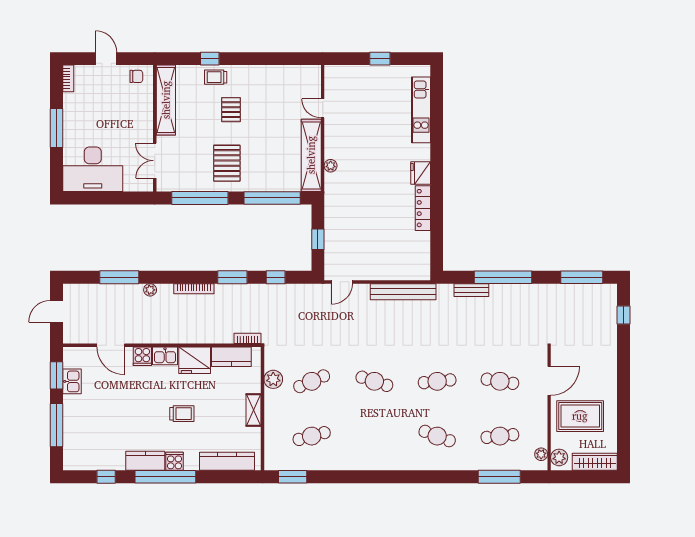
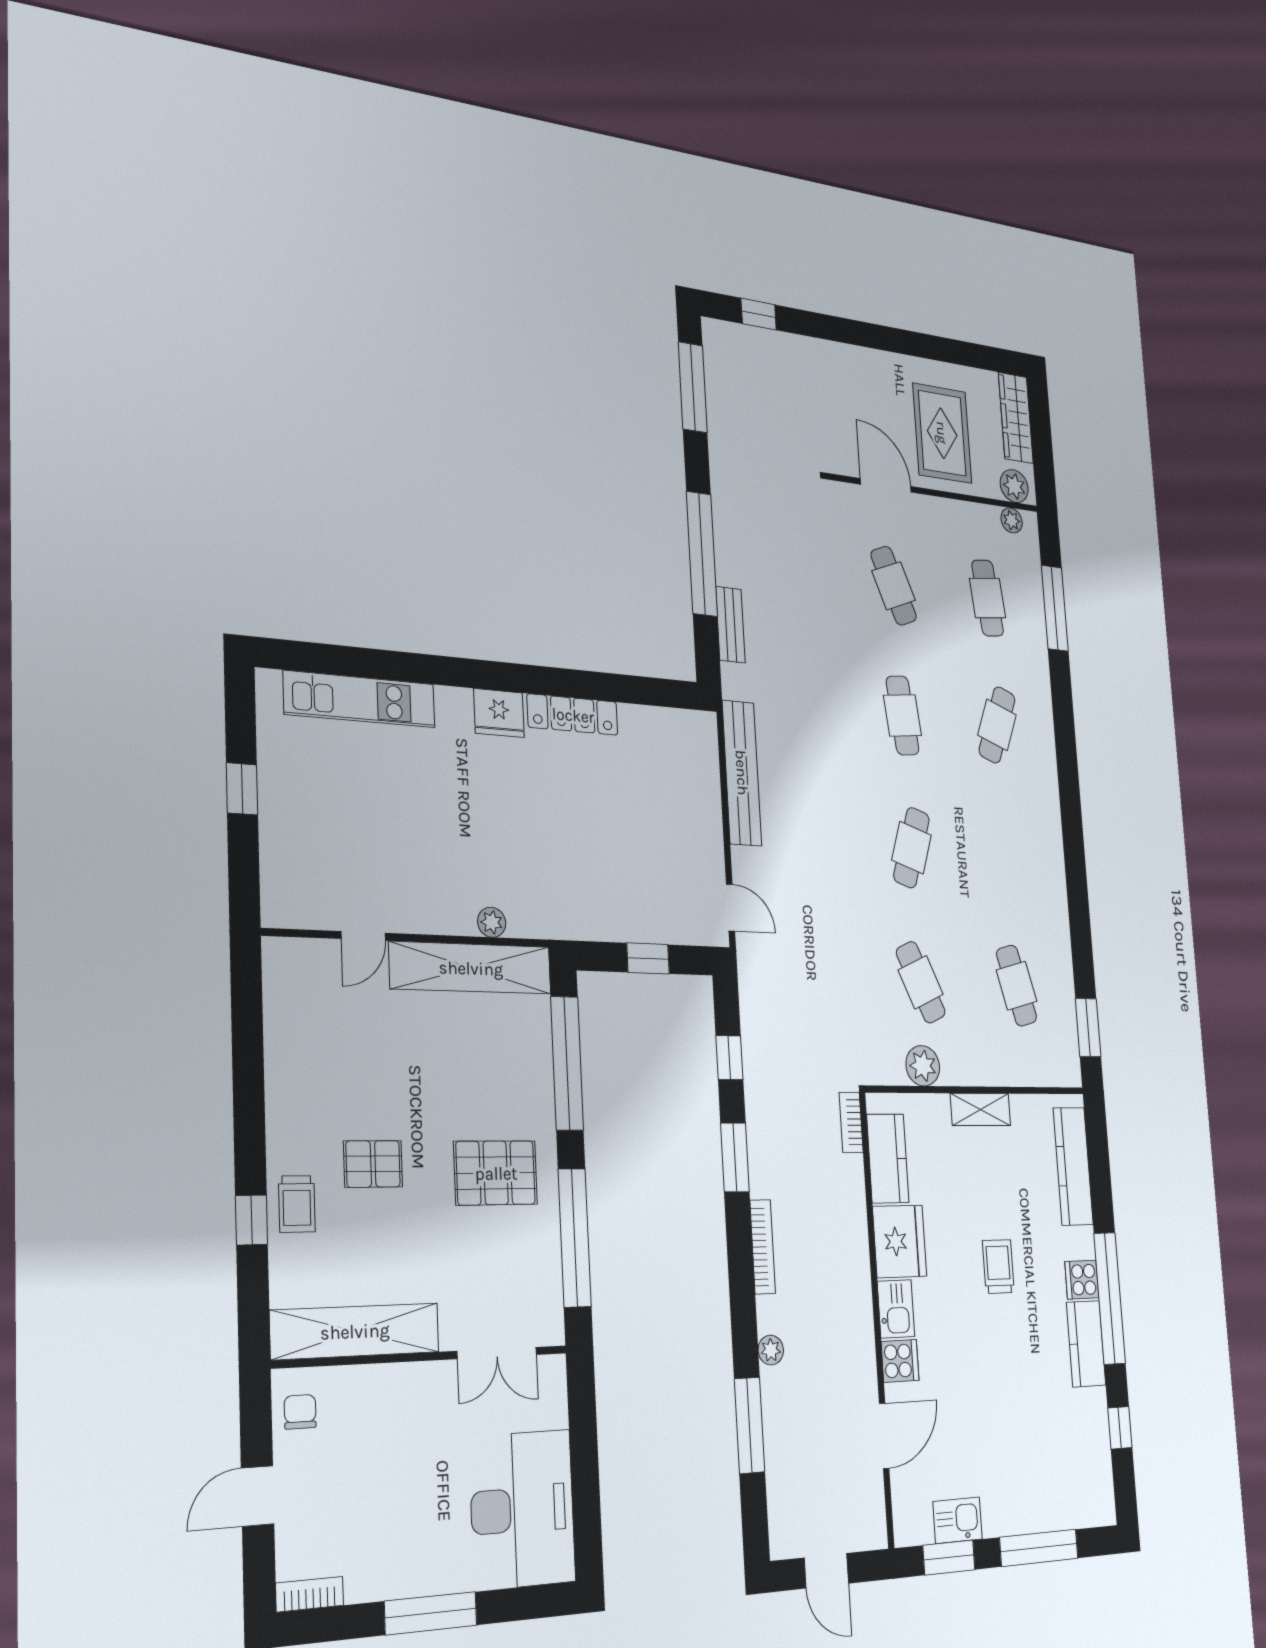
cafe table: (500, 381) -> (894, 586), turned -30

